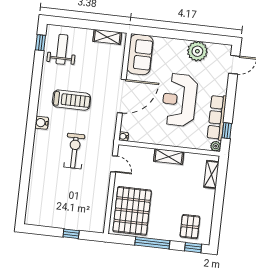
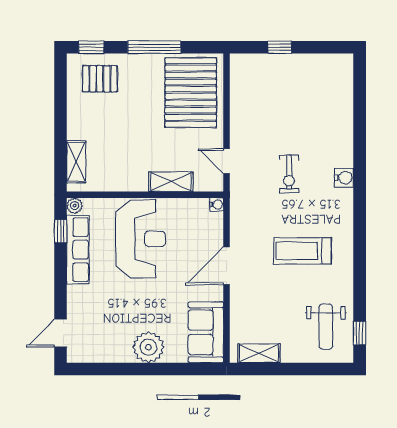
plant: (197, 51) -> (148, 347), moved
door: (122, 96) -> (227, 266), width x0.73
reception desk: (179, 100) -> (141, 239), moved
water cooler: (42, 123) -> (344, 178), moved
exercise bike: (74, 151) -> (289, 174), width x0.73, depth x0.72
shelving: (169, 157) -> (171, 182), moved
pallet: (190, 227) -> (100, 79), turned 90

